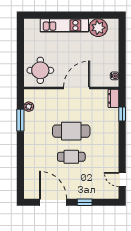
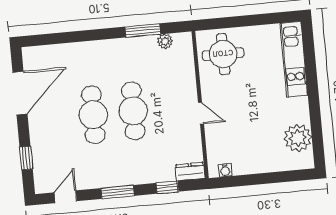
kitchen unit: (64, 25) -> (294, 59), moved
door: (77, 88) -> (201, 113), width x0.53
window: (122, 146) -> (118, 192), added
cafe table: (71, 157) -> (93, 115), width x1.37, depth x1.35
window: (85, 202) -> (26, 158), moved

